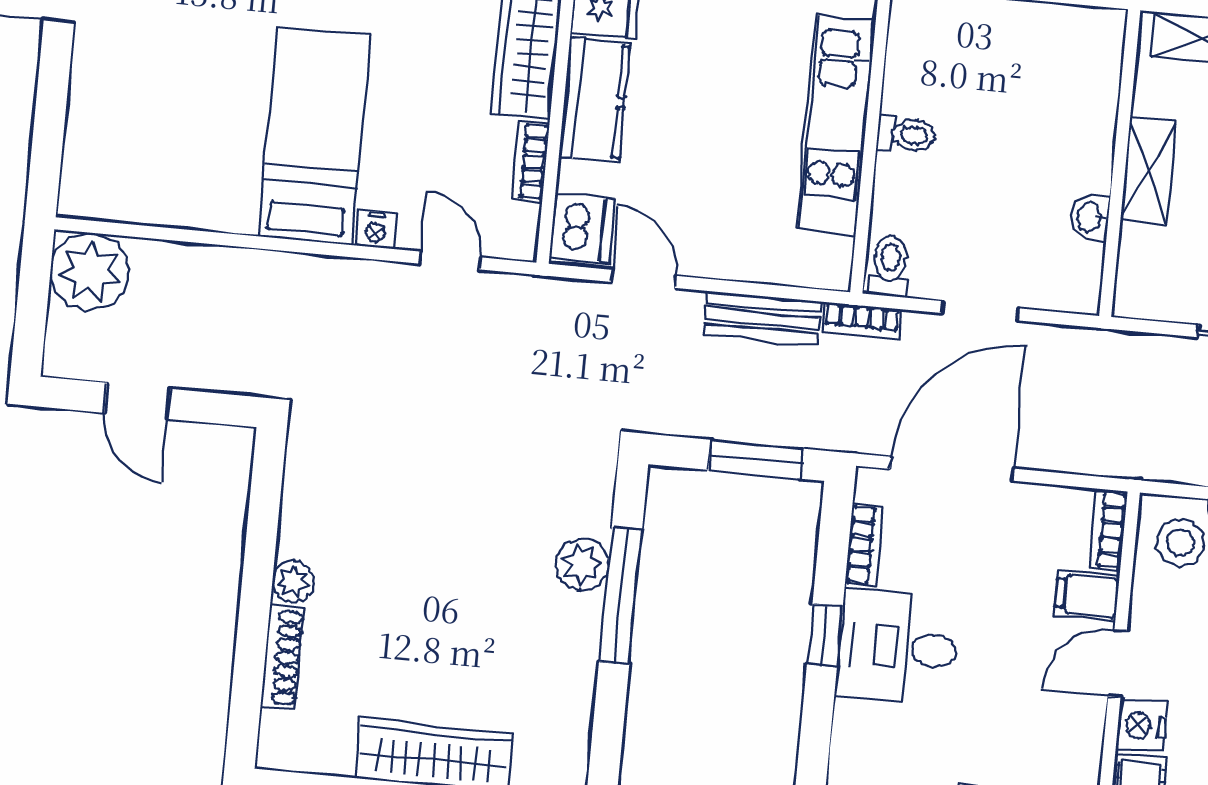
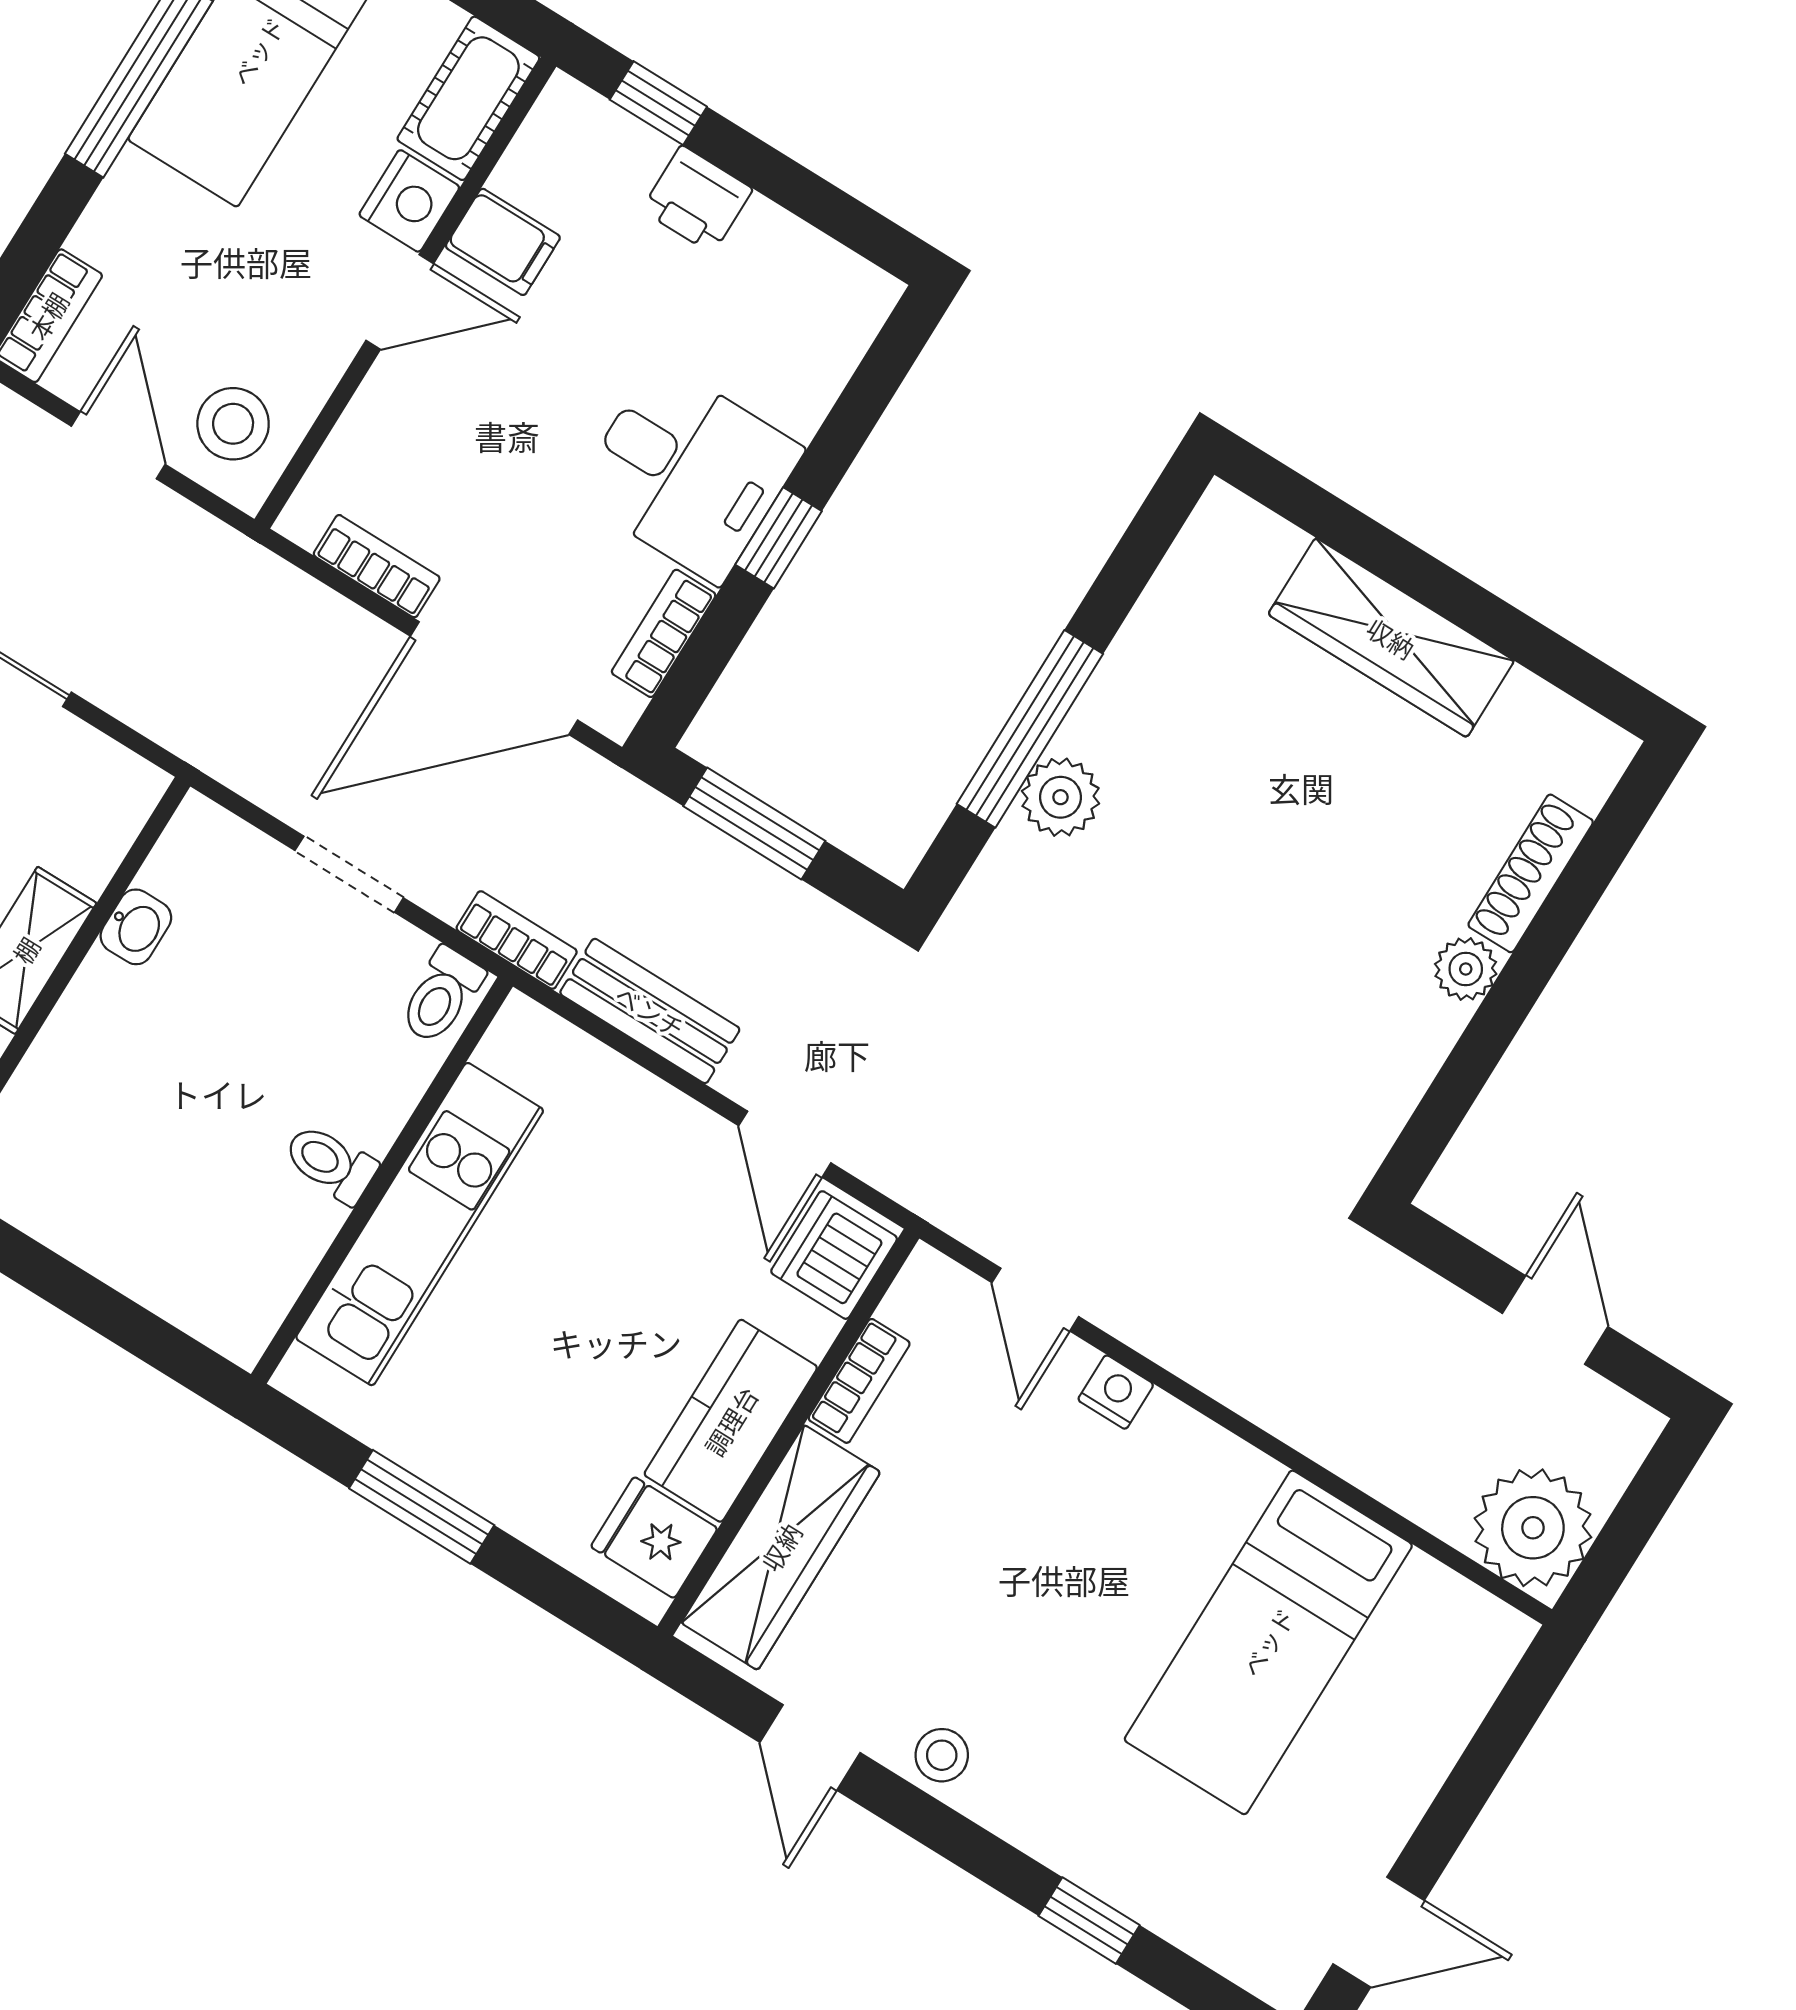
bed: (314, 136) -> (1268, 1642), moved
bookcase: (1108, 530) -> (377, 566), moved, turned -90
filing cabinet: (1087, 595) -> (503, 242), moved

